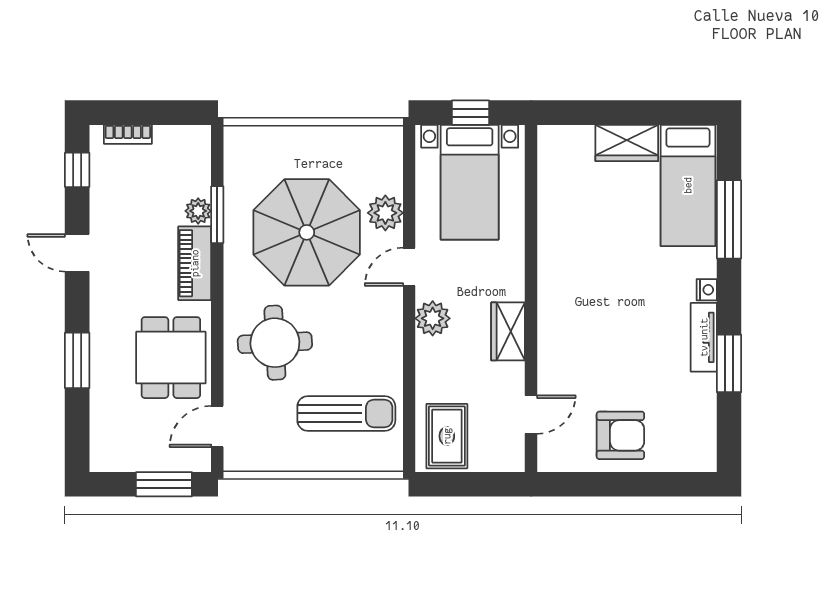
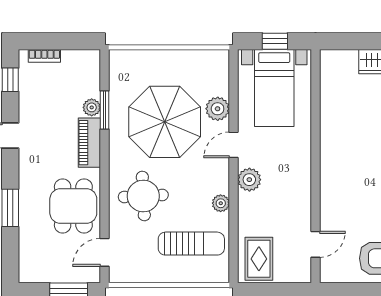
wardrobe: (508, 331) -> (300, 188), removed
plant: (390, 353) -> (221, 203), added

